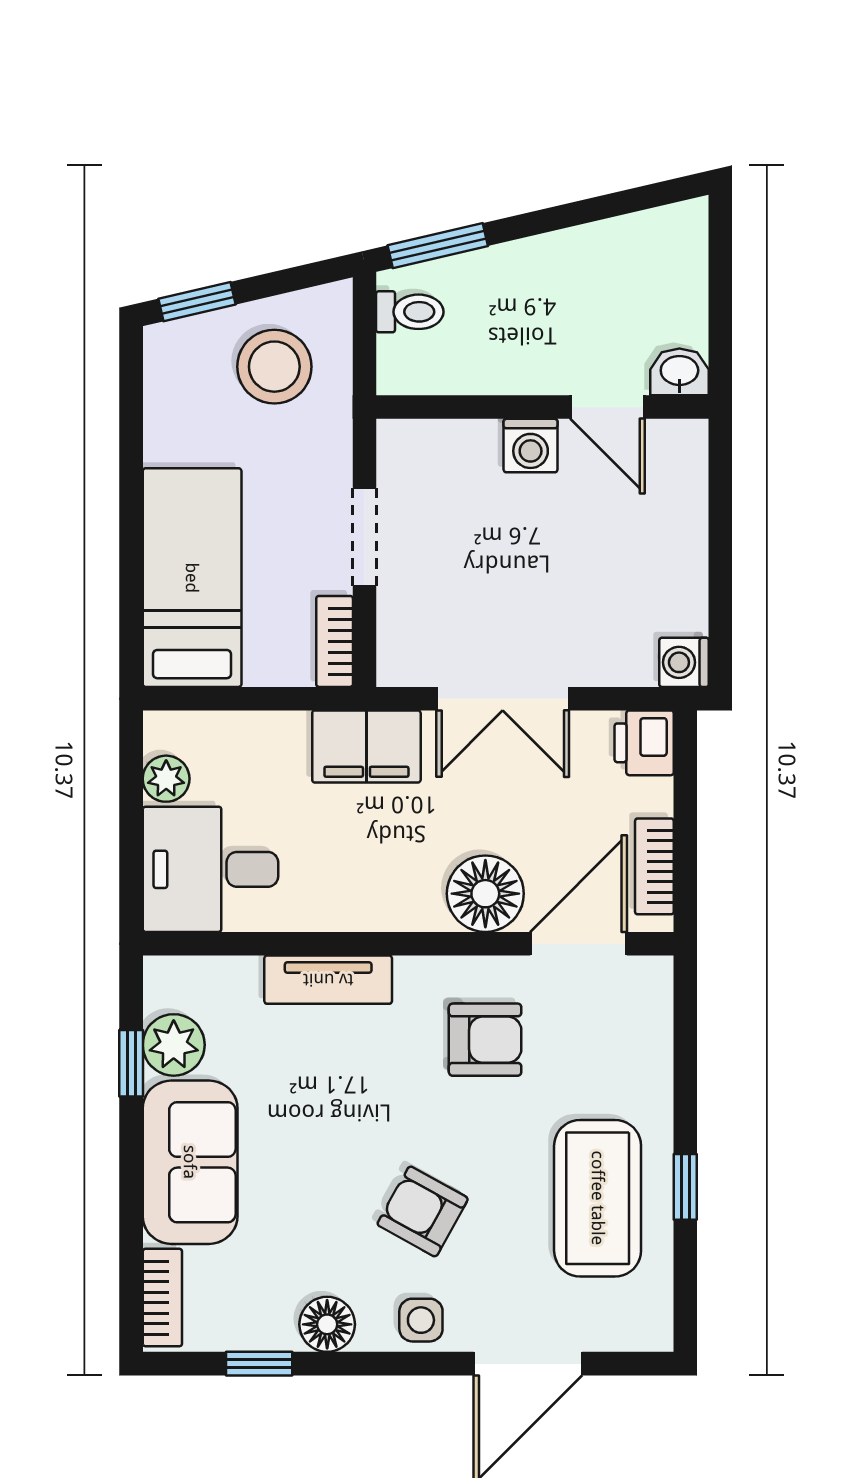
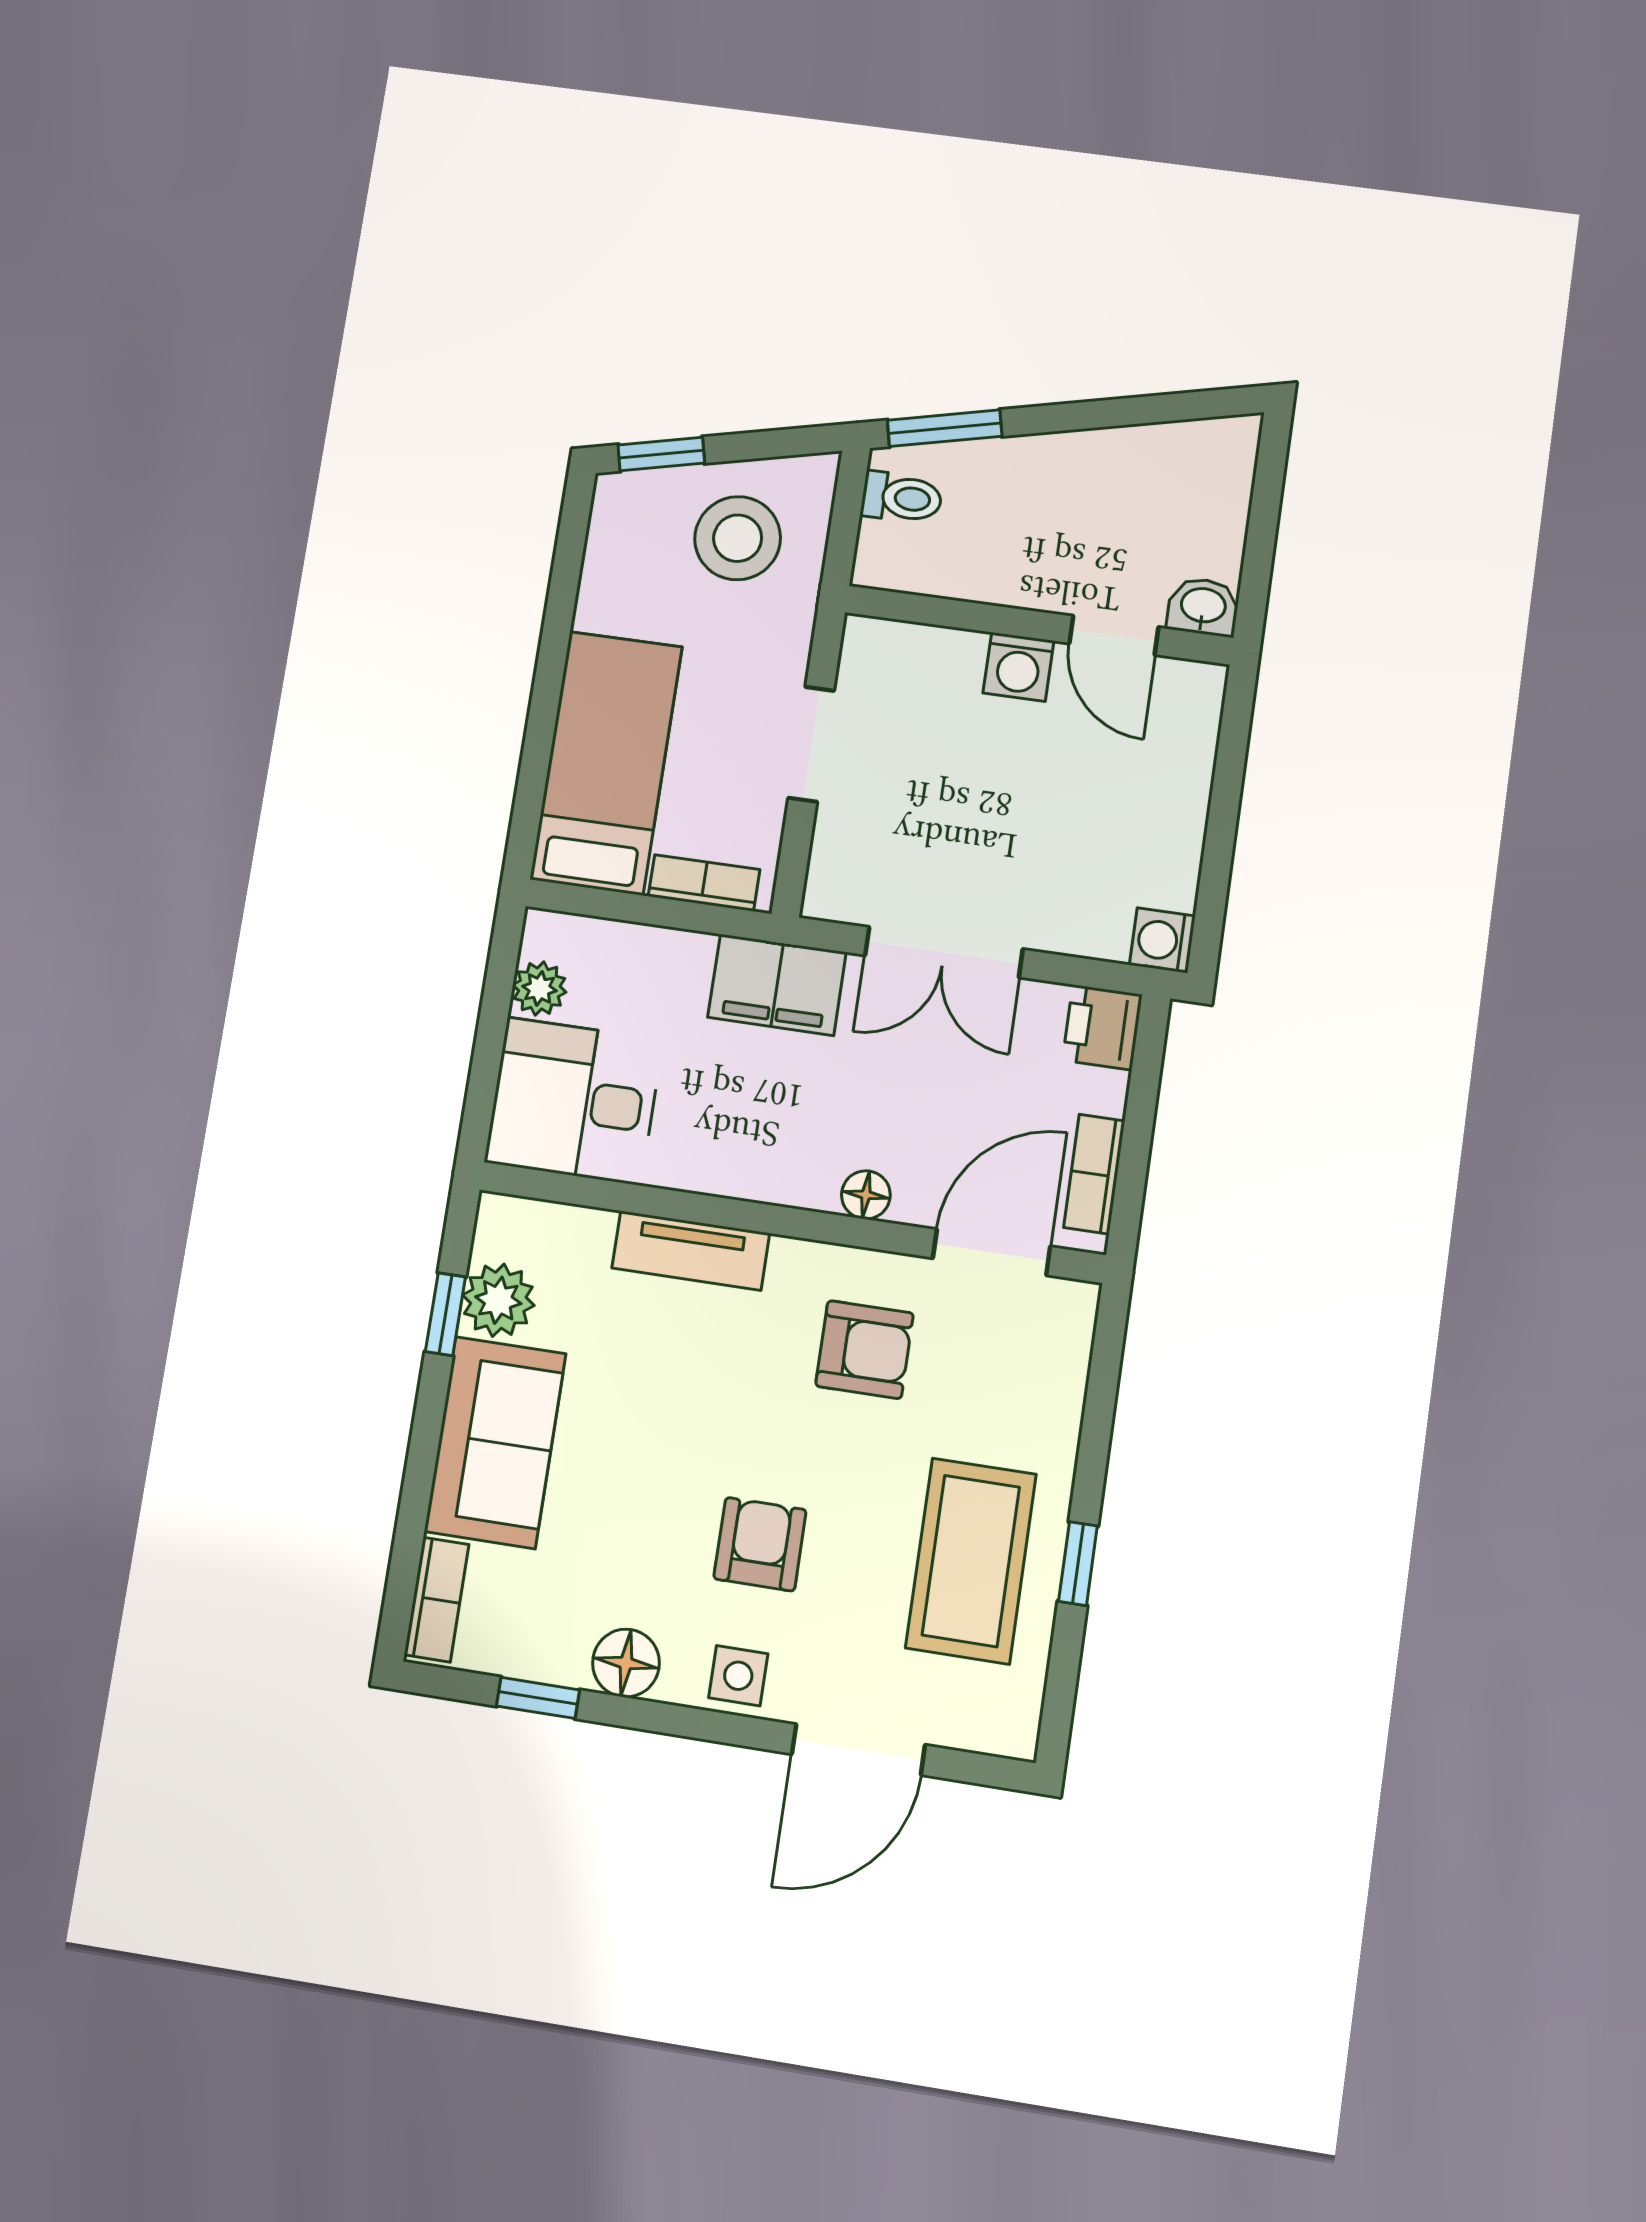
bookcase: (335, 641) -> (704, 883), moved, turned 90
floor lamp: (485, 894) -> (866, 1195), width x0.53, depth x0.53
armchair: (423, 1211) -> (760, 1544), turned 61

